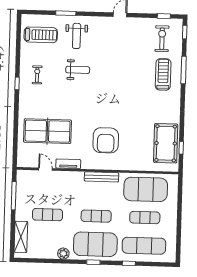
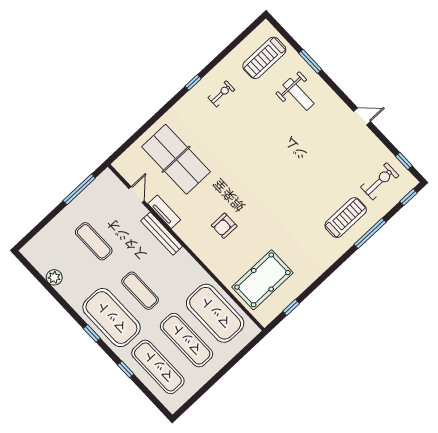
treadmill: (41, 35) -> (264, 58), turned 90
weight bench: (77, 36) -> (298, 94), turned -90
weight bench: (78, 70) -> (266, 129), removed
armchair: (106, 140) -> (224, 226), width x0.53, depth x0.53
pool table: (166, 143) -> (262, 280), moved
bench: (102, 177) -> (162, 234), moved
exercise mat: (145, 218) -> (186, 340), width x1.36, depth x1.45
shelving: (21, 237) -> (46, 237), removed
plant: (63, 254) -> (54, 277), moved

